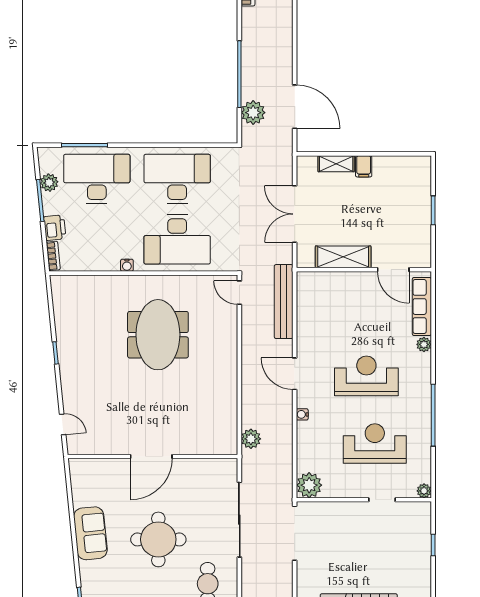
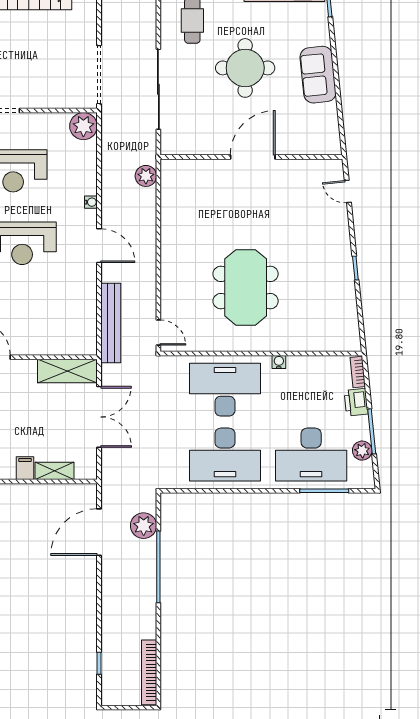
door: (295, 107) -> (99, 532), hinge flipped
shelving: (343, 257) -> (67, 371), moved

